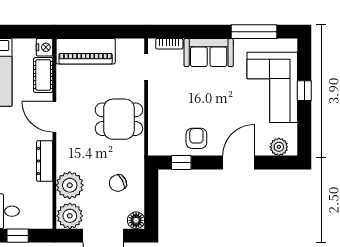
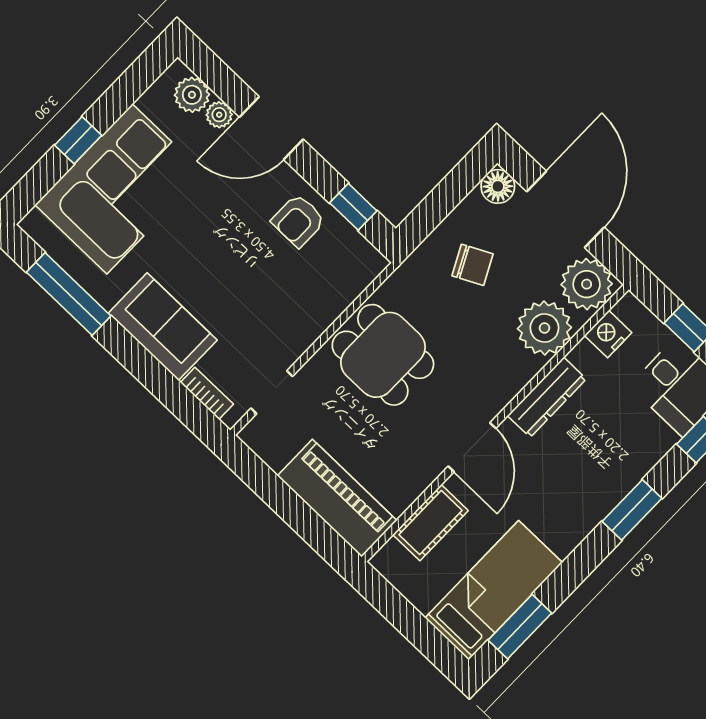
nightstand: (45, 47) -> (608, 334), moved
plant: (262, 149) -> (219, 115), added

